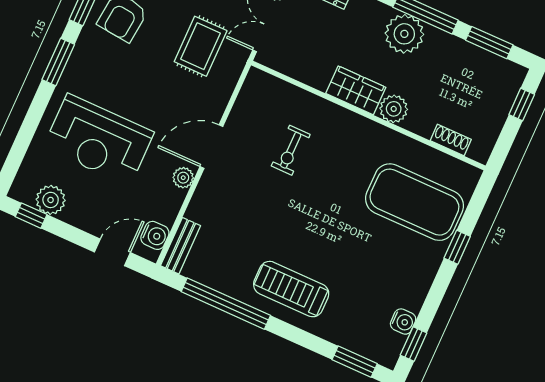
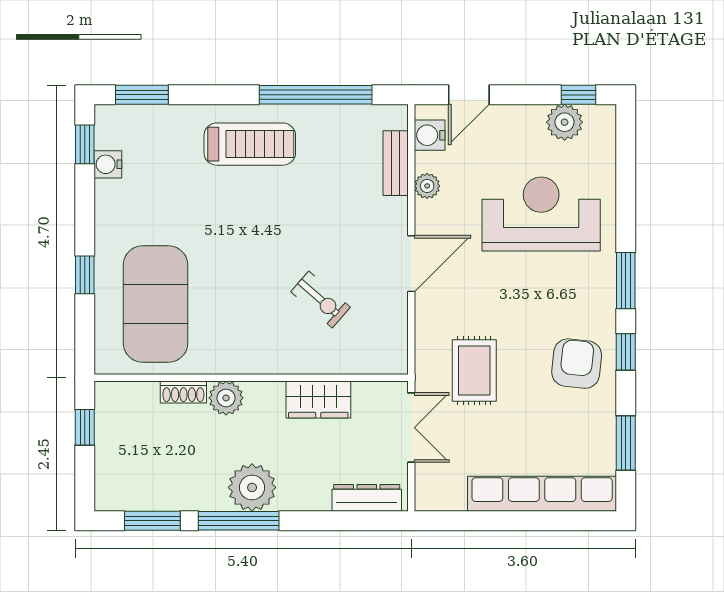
wardrobe: (356, 90) -> (318, 399), moved
window: (522, 104) -> (85, 427), moved
shoe rack: (451, 140) -> (183, 392), moved
exercise bike: (291, 150) -> (321, 299), turned 131
plant: (183, 178) -> (427, 186), moved
exercise mat: (414, 202) -> (156, 304), turned 90
bench: (181, 246) -> (396, 163), moved

